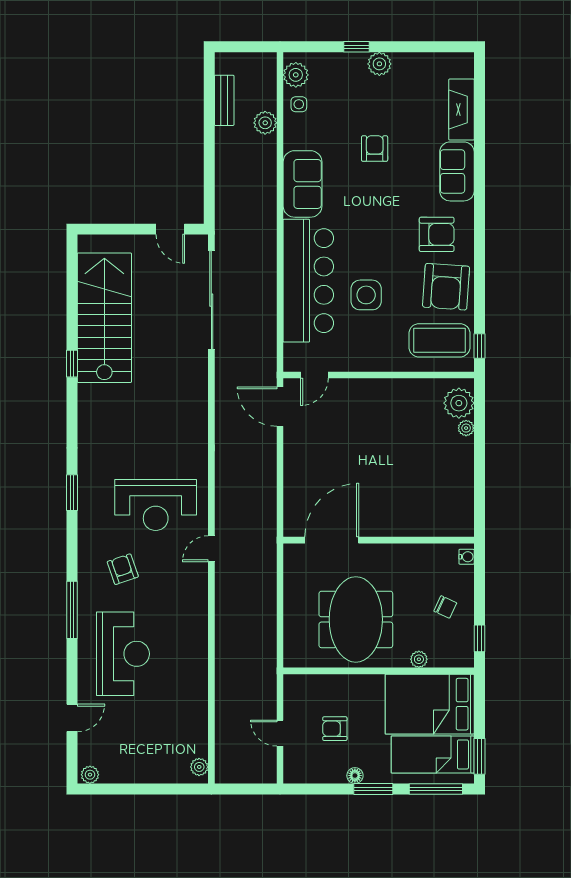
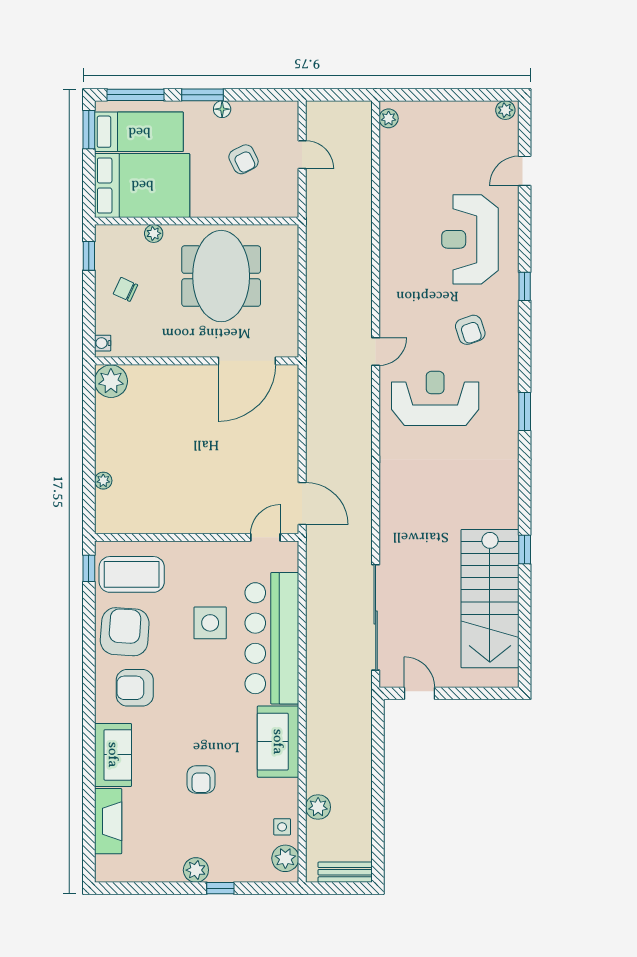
bench: (224, 100) -> (345, 872), moved, turned 90
plant: (459, 403) -> (111, 381), moved
window: (72, 610) -> (525, 286), width x0.46
armchair: (335, 729) -> (244, 159), turned 63

